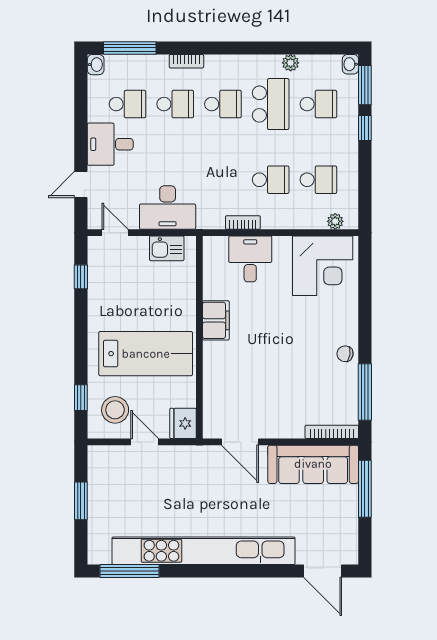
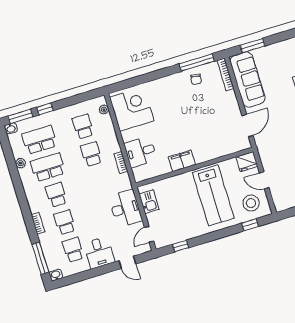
school desk: (318, 104) -> (39, 140), width x1.85
lab bench: (146, 354) -> (213, 195), turned 180
chair: (345, 354) -> (196, 79), moved
door: (145, 442) -> (264, 180), hinge flipped
window: (365, 489) -> (252, 45), width x0.69

